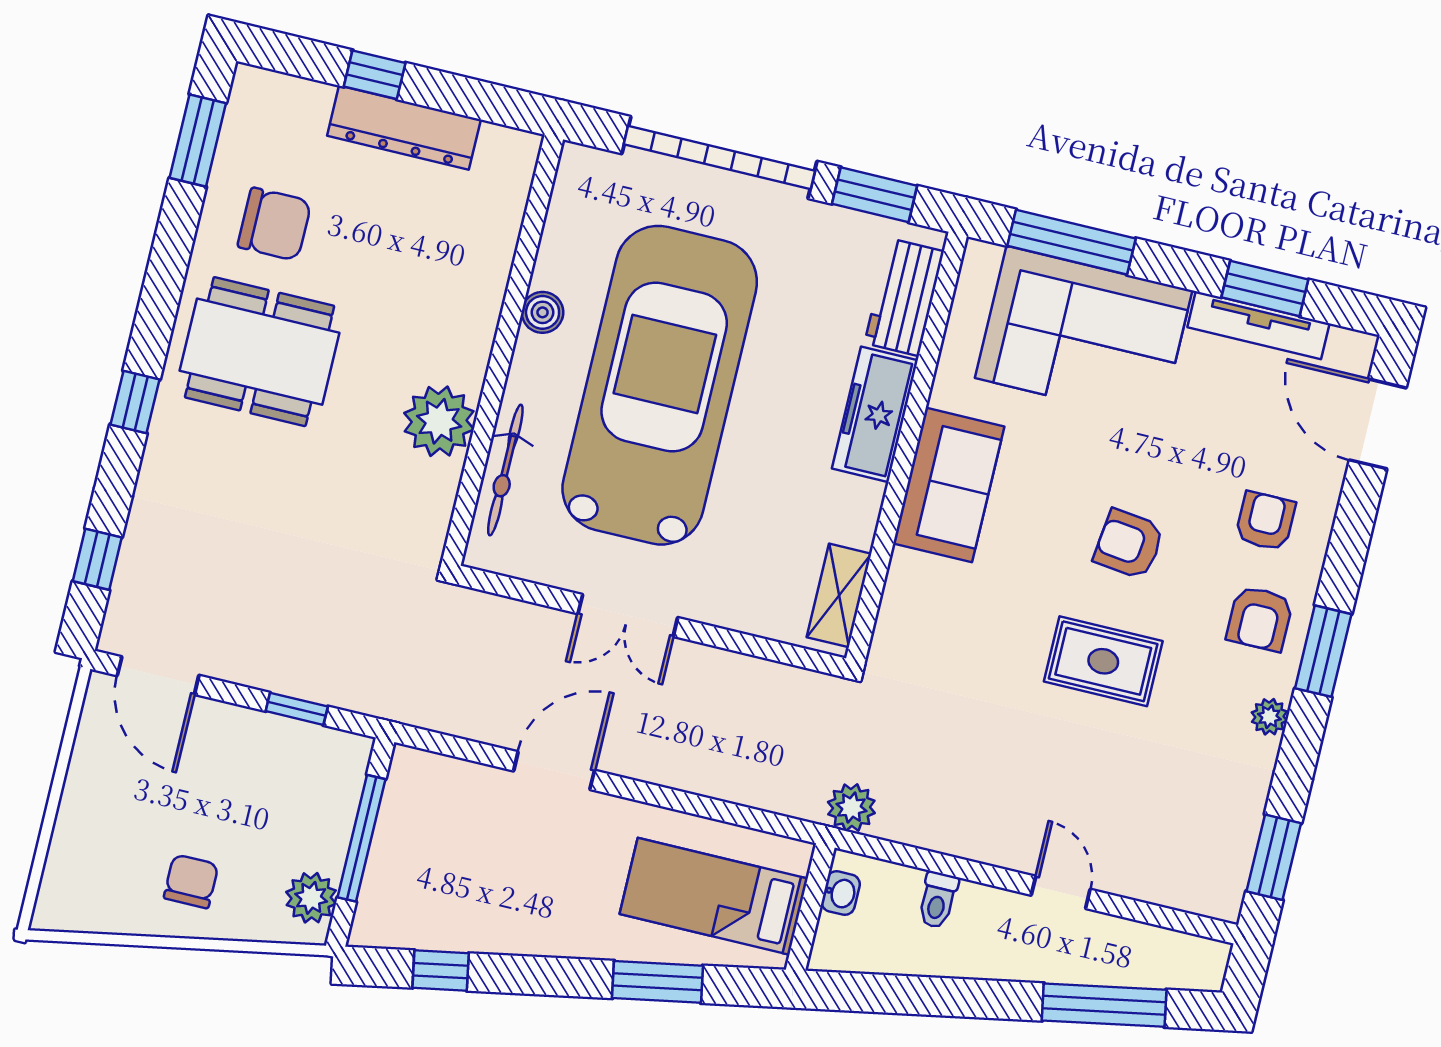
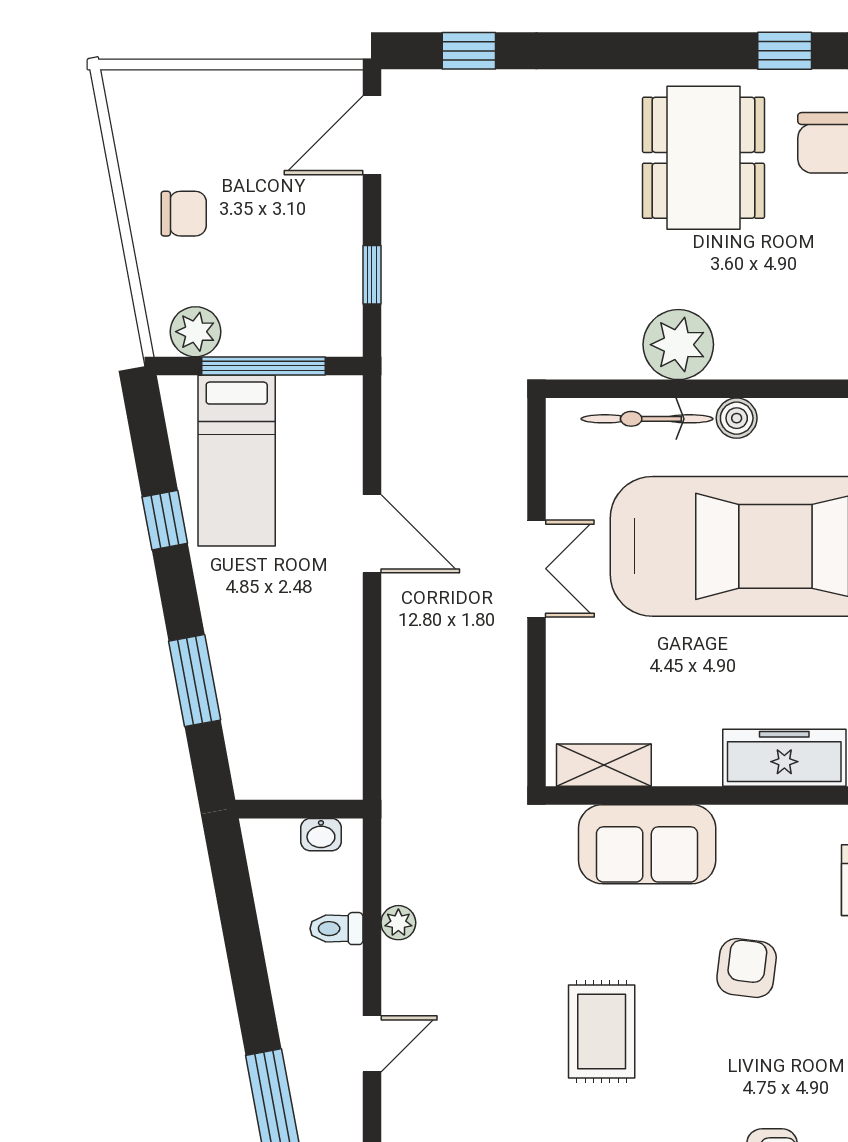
boiler: (543, 312) -> (737, 418), moved
window: (135, 402) -> (785, 51), moved
sofa: (949, 485) -> (647, 844), moved
armchair: (1129, 544) -> (747, 968), moved
double door: (628, 616) -> (536, 569), swing flipped
plant: (851, 808) -> (398, 923), moved, width x0.73, depth x0.73
bed: (714, 896) -> (237, 461), moved, turned 180
window: (441, 971) -> (165, 520), moved

